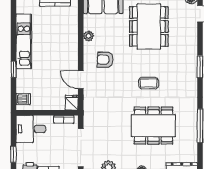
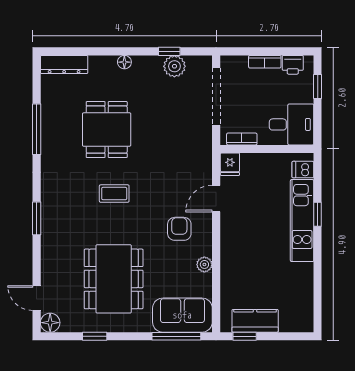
kitchen unit: (24, 41) -> (302, 221), moved
armchair: (105, 60) -> (179, 229), turned -90
door: (81, 80) -> (216, 199), swing flipped
dining table: (153, 126) -> (107, 130), width x0.73

